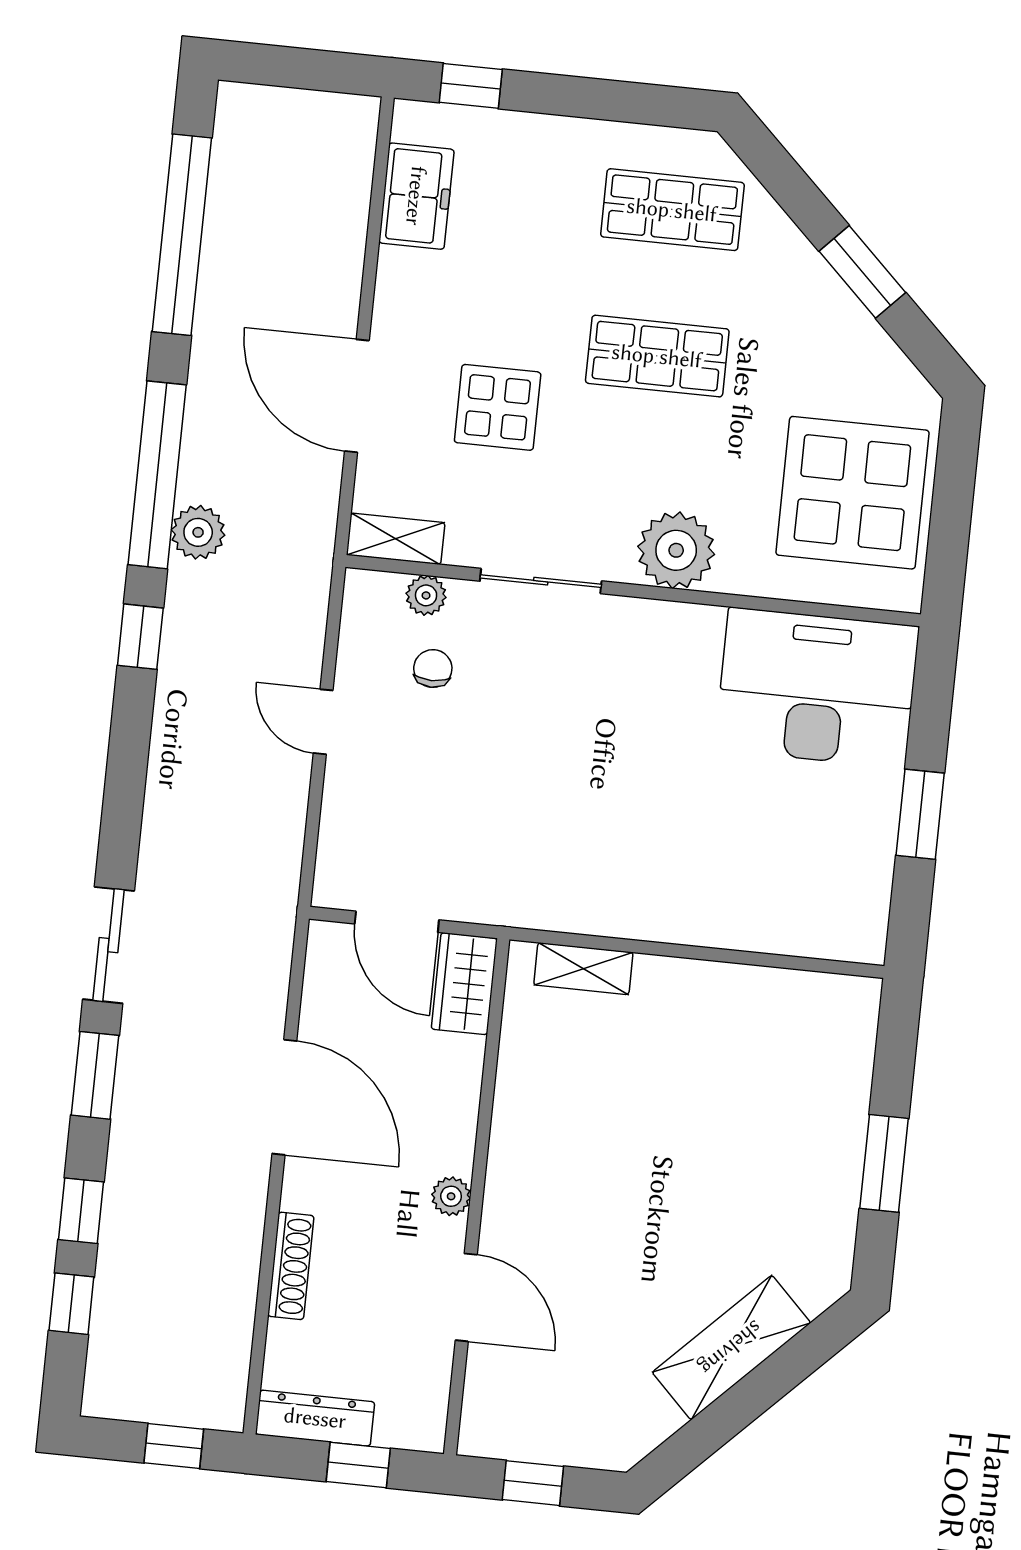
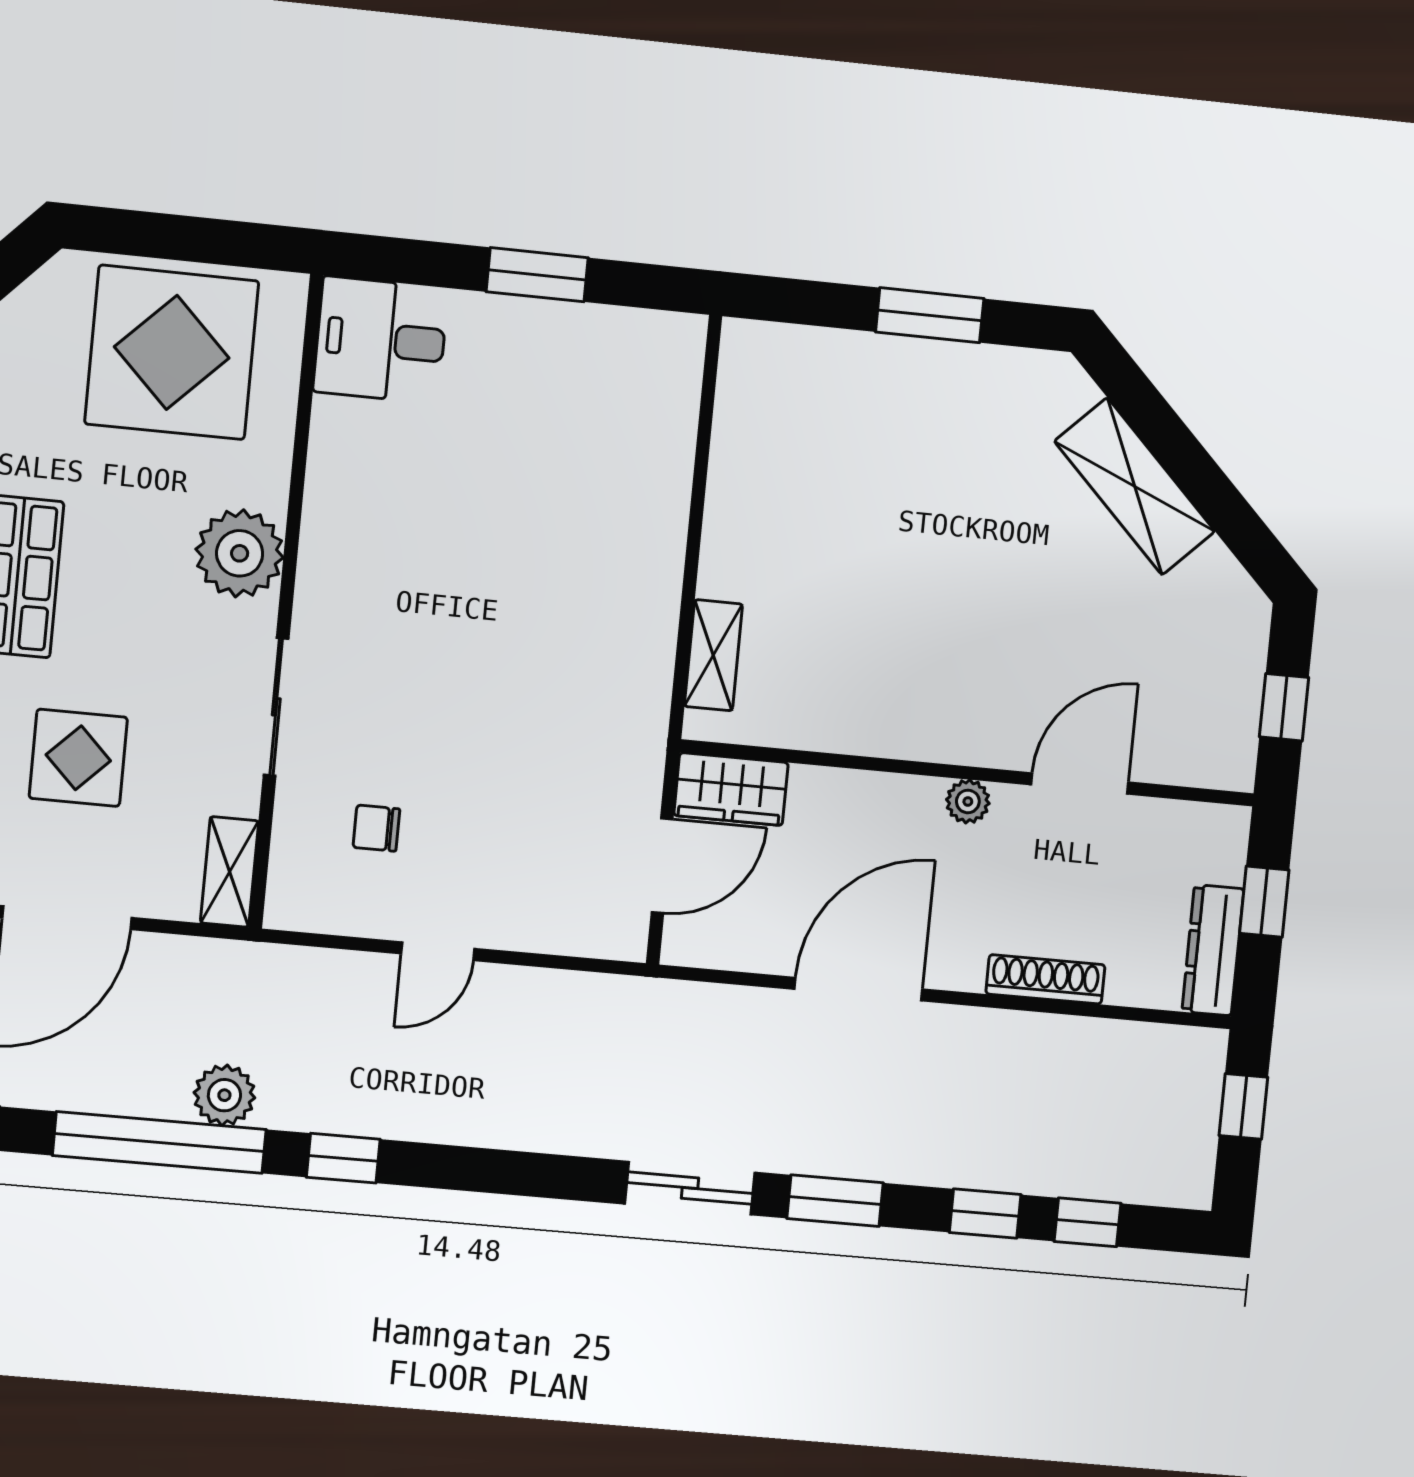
plant: (426, 595) -> (294, 837), removed
desk: (817, 688) -> (381, 340), width x0.53, depth x0.77

